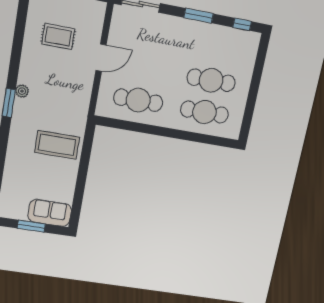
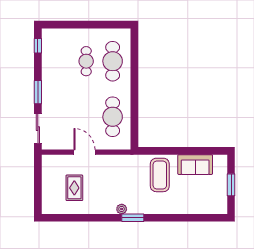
window: (199, 16) -> (38, 92), moved
cafe table: (211, 80) -> (86, 61), width x0.73, depth x0.74
sofa: (50, 213) -> (195, 165), moved, turned -90

